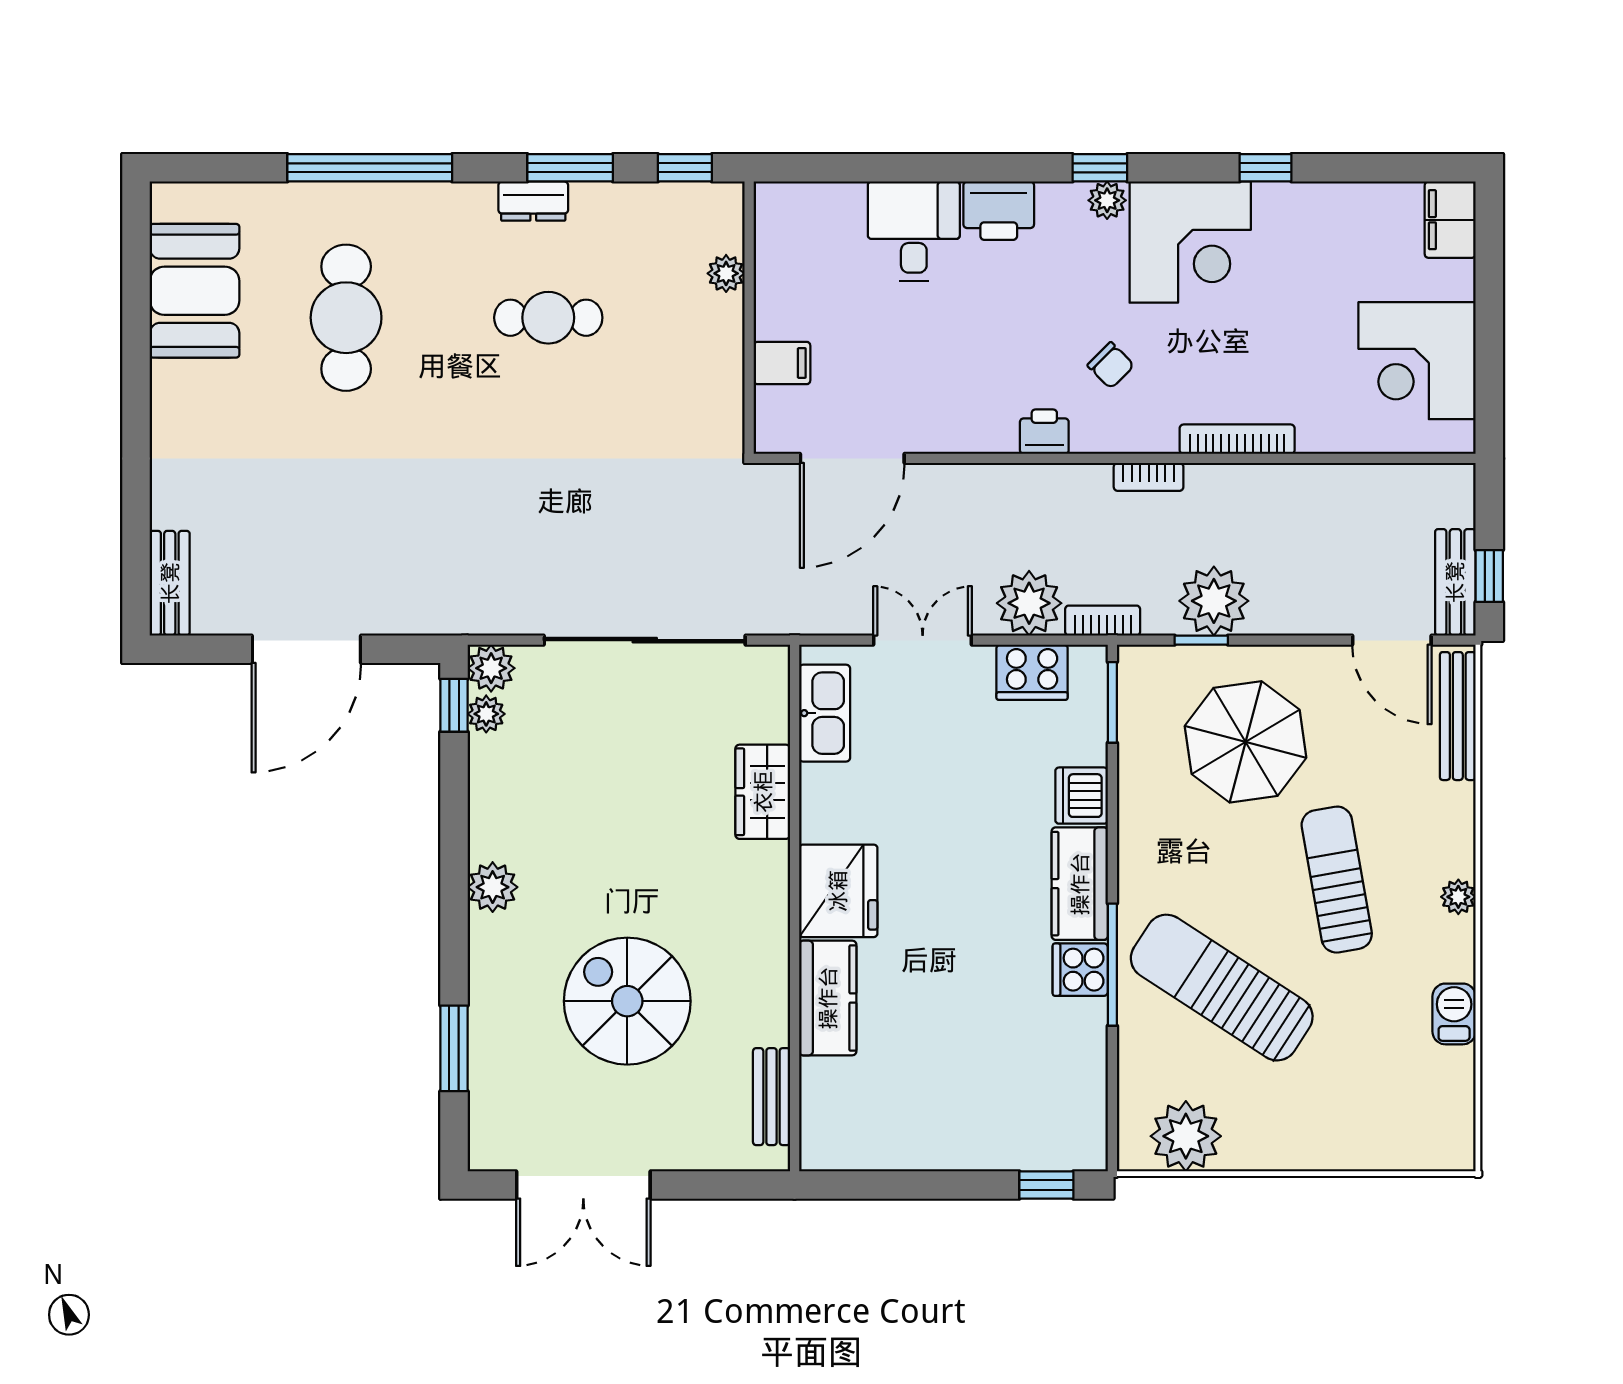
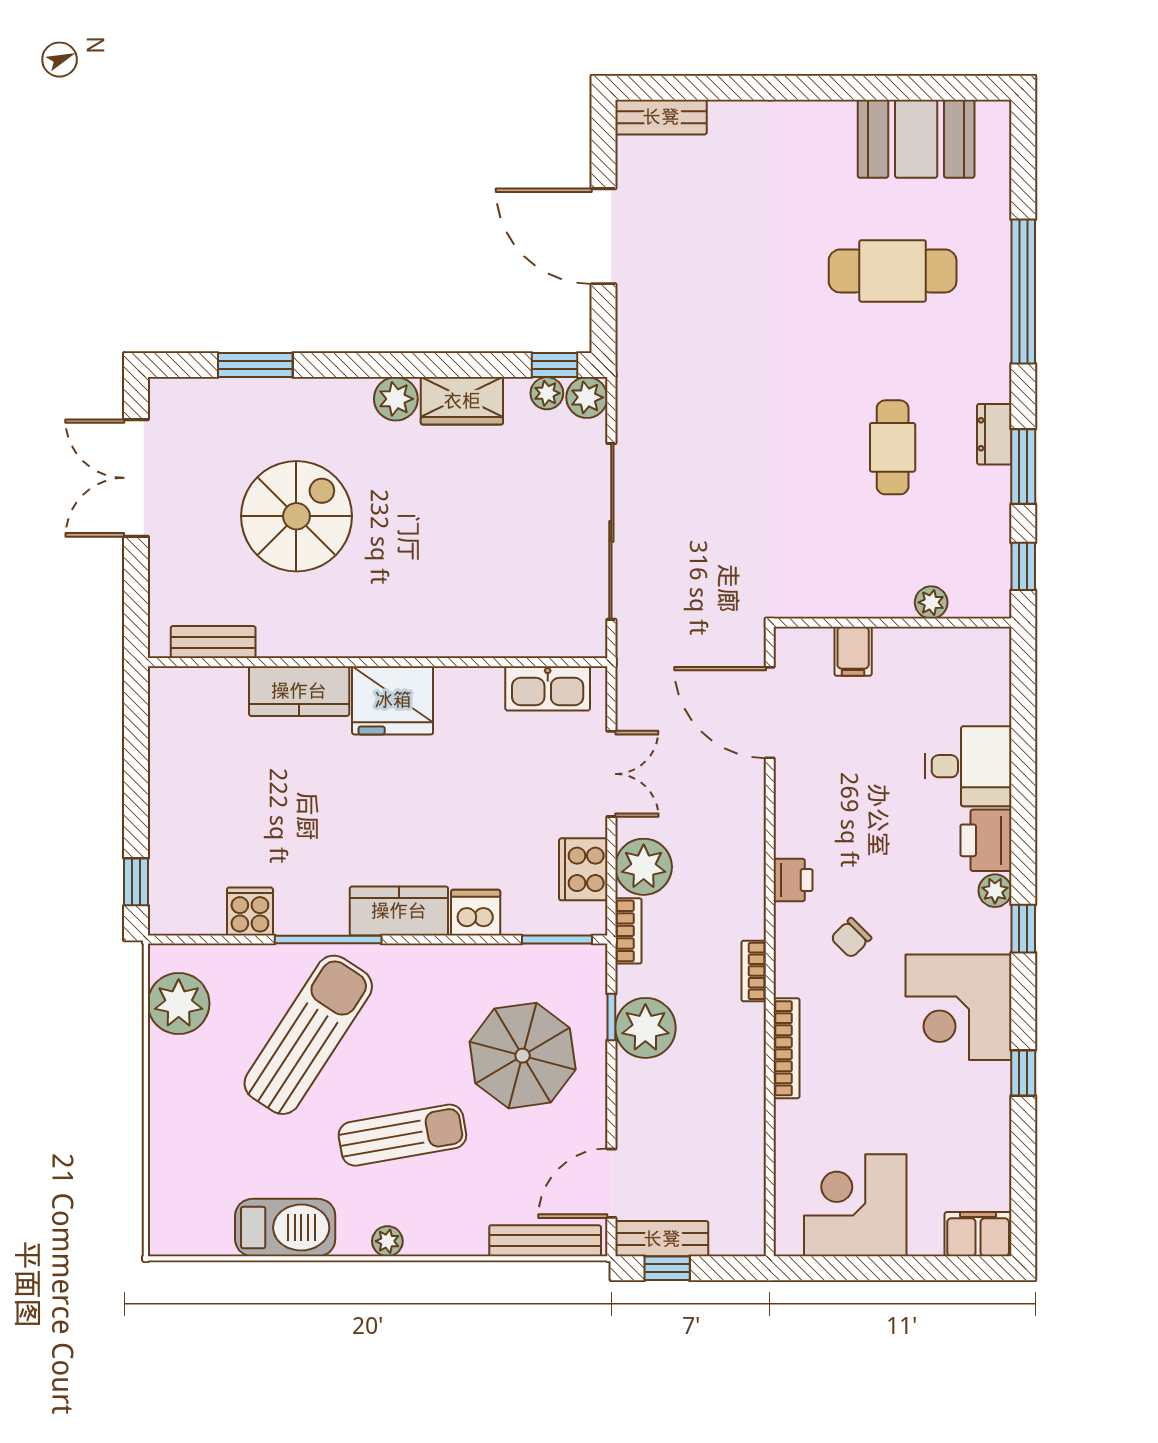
plant: (1107, 200) -> (995, 891), moved
wardrobe: (763, 792) -> (462, 401), moved, turned 180
cooker: (1080, 970) -> (250, 911), moved
barbecue: (1454, 1014) -> (285, 1228), width x1.88, depth x1.53

